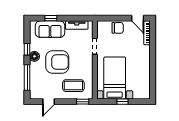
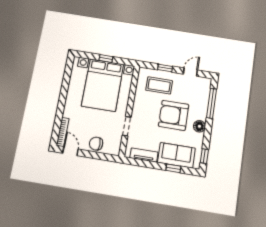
window: (27, 49) -> (204, 156), moved
bed with nightstands: (115, 78) -> (103, 85), width x1.36
window: (83, 102) -> (165, 68), moved

